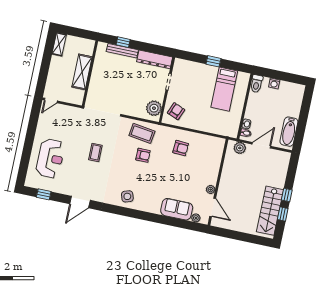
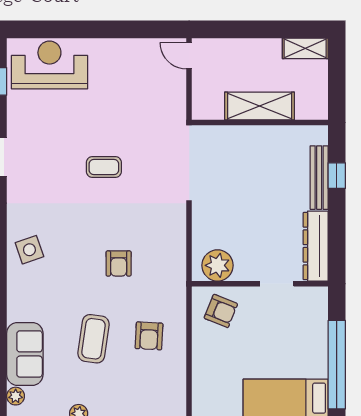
window: (213, 61) -> (337, 365), width x3.17
coffee table: (142, 133) -> (93, 339), moved
reception desk: (50, 158) -> (49, 65), moved, turned 180

